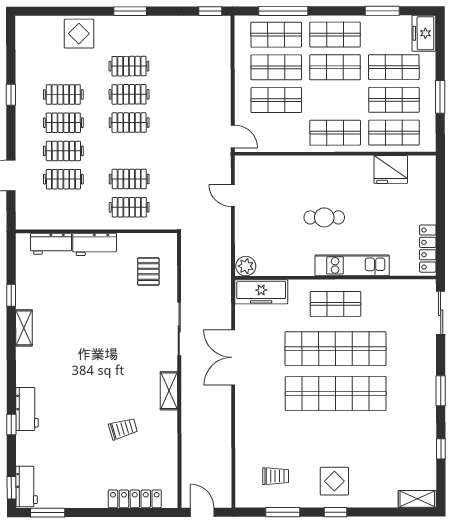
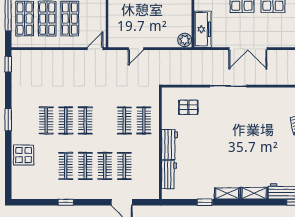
shelving: (169, 391) -> (254, 193), moved

